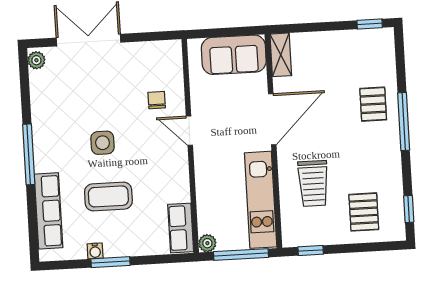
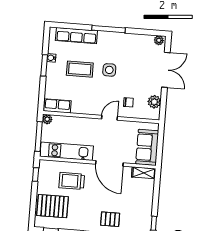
plant: (149, 53) -> (154, 102), added
coffee table: (108, 196) -> (80, 69), turned 90
pallet: (364, 212) -> (52, 206), width x1.50, depth x1.42

